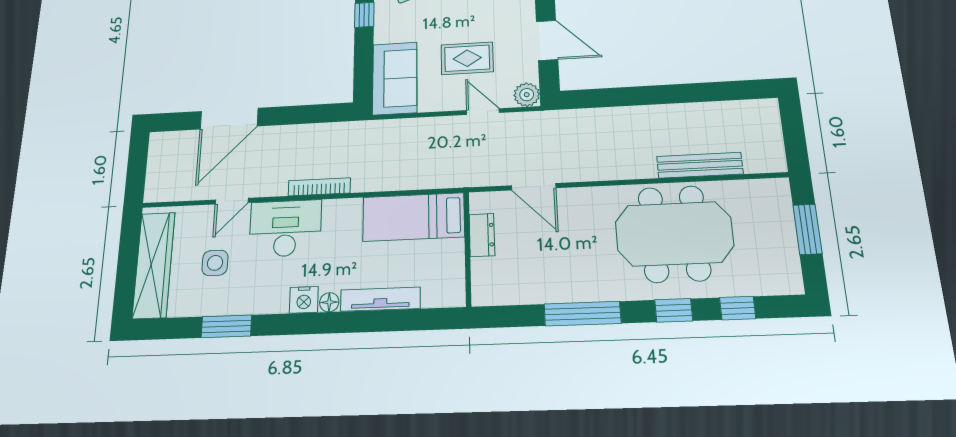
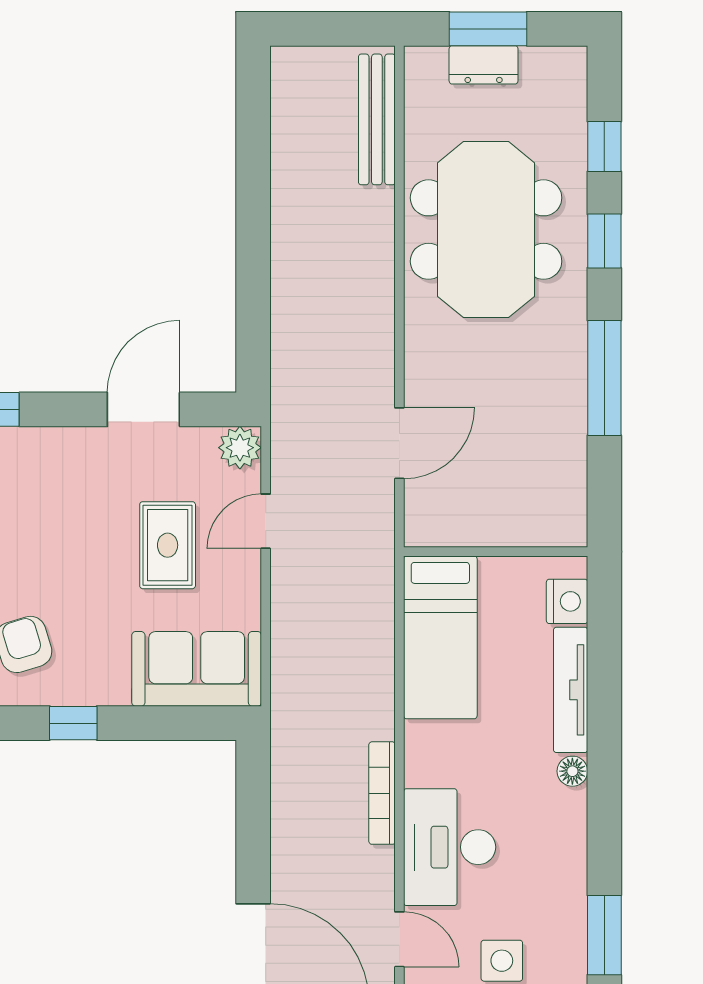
bench: (700, 165) -> (377, 119), moved
dresser: (482, 235) -> (484, 65), moved, turned 180
nightstand: (304, 300) -> (567, 601), moved

